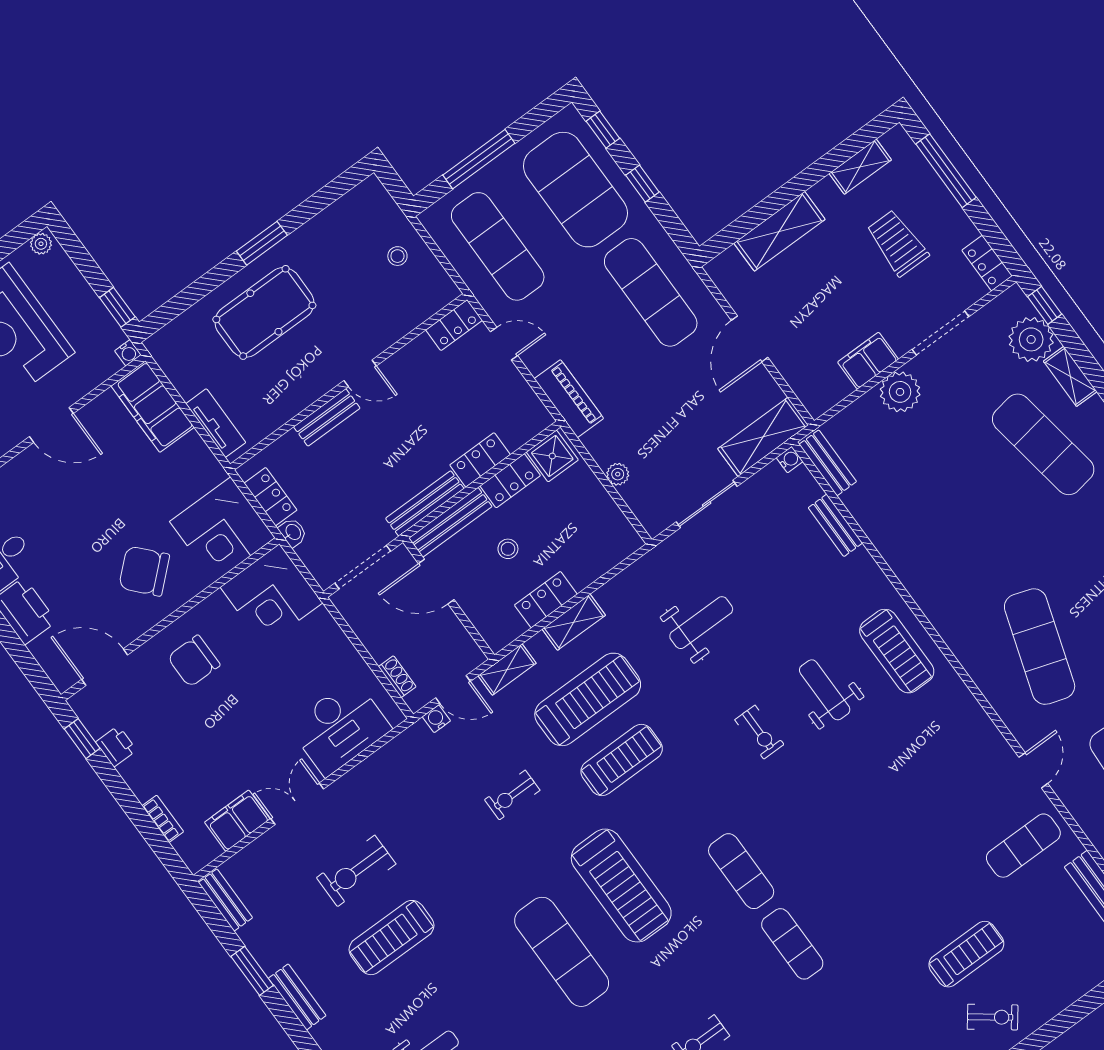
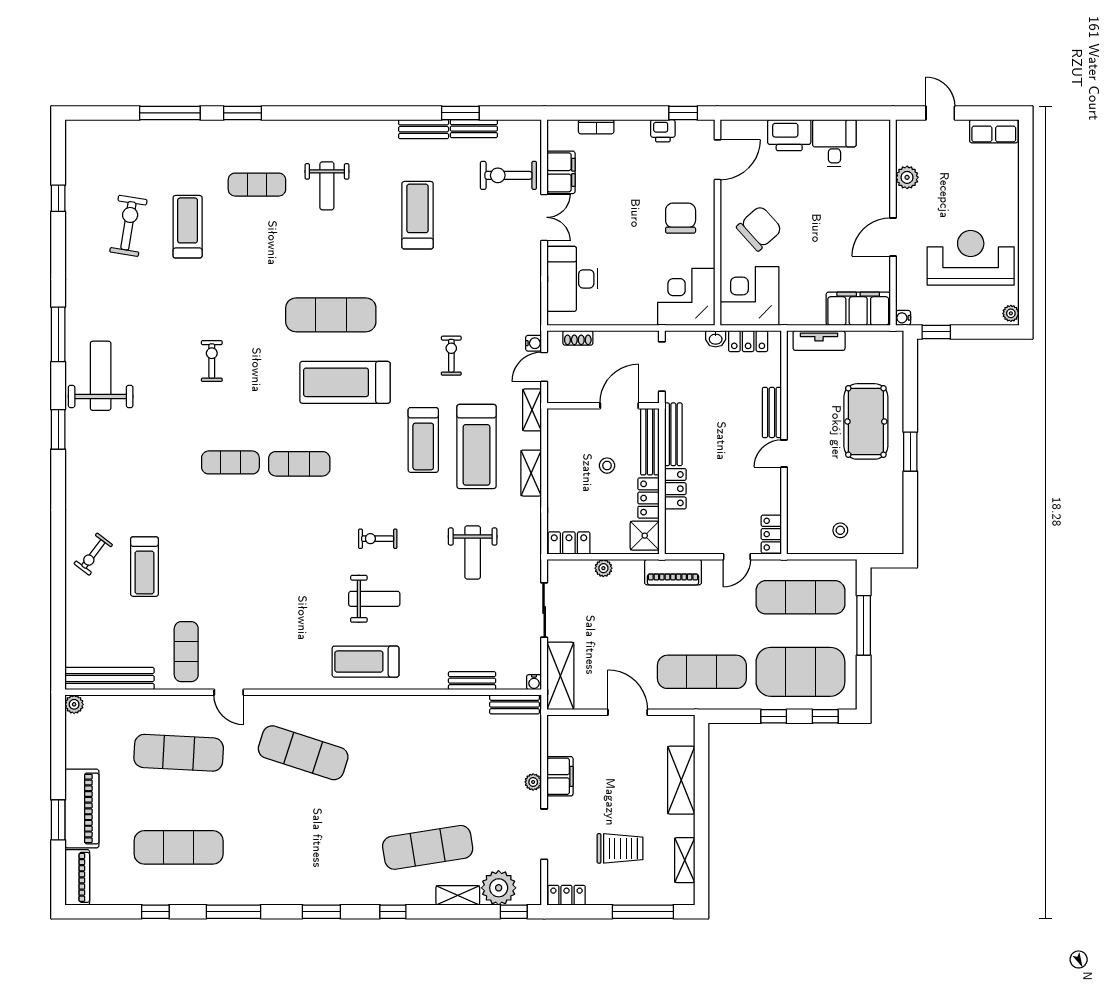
plant: (900, 392) -> (533, 782), width x0.53, depth x0.53
locker: (546, 600) -> (569, 543), moved, turned -90
exercise bike: (356, 871) -> (508, 175), moved, turned -90
bench: (225, 900) -> (474, 129), moved

